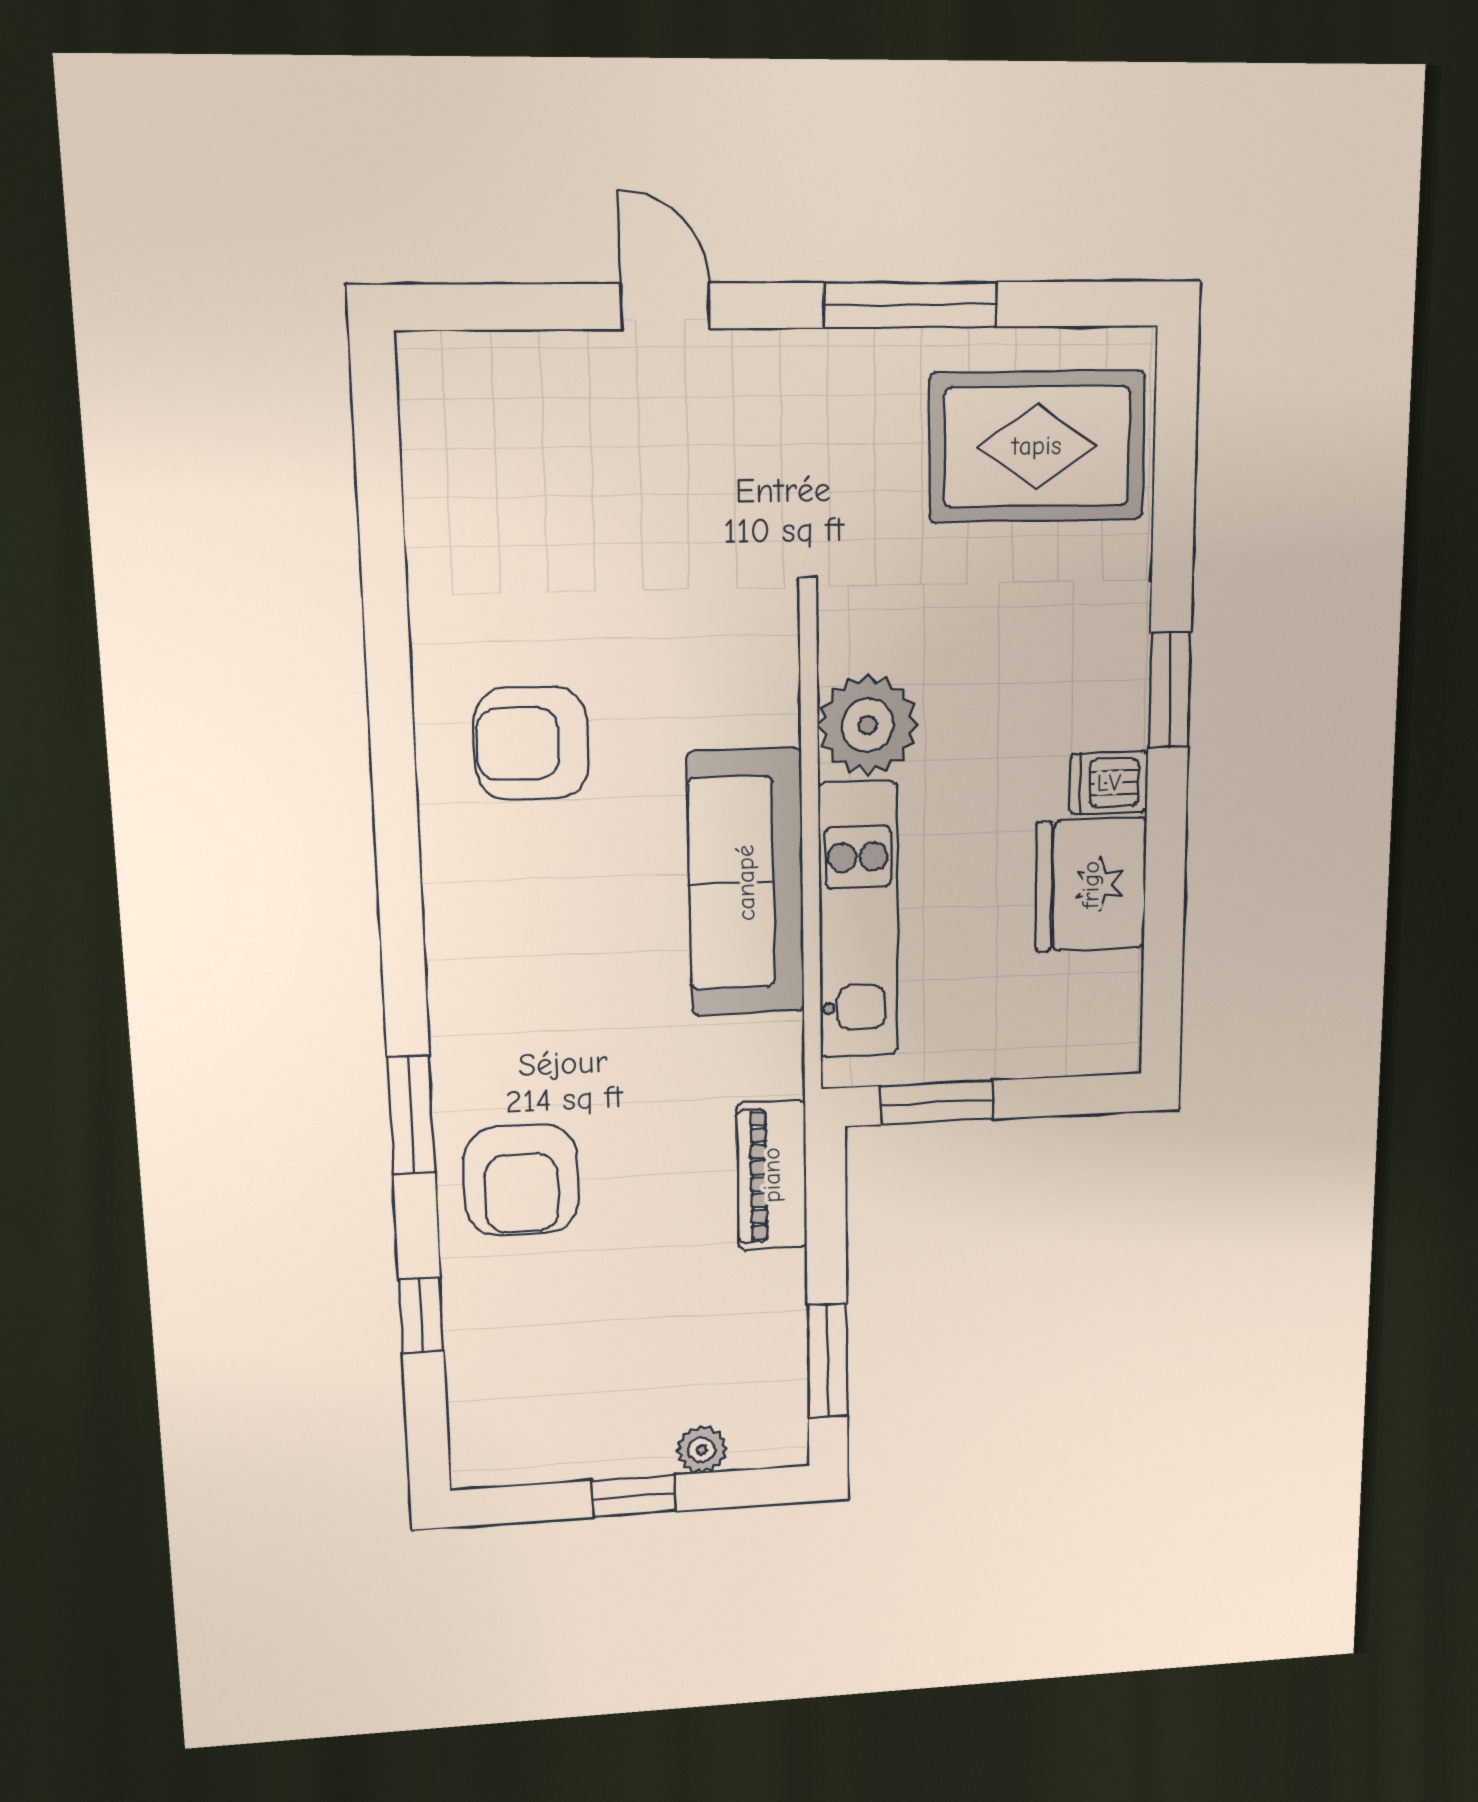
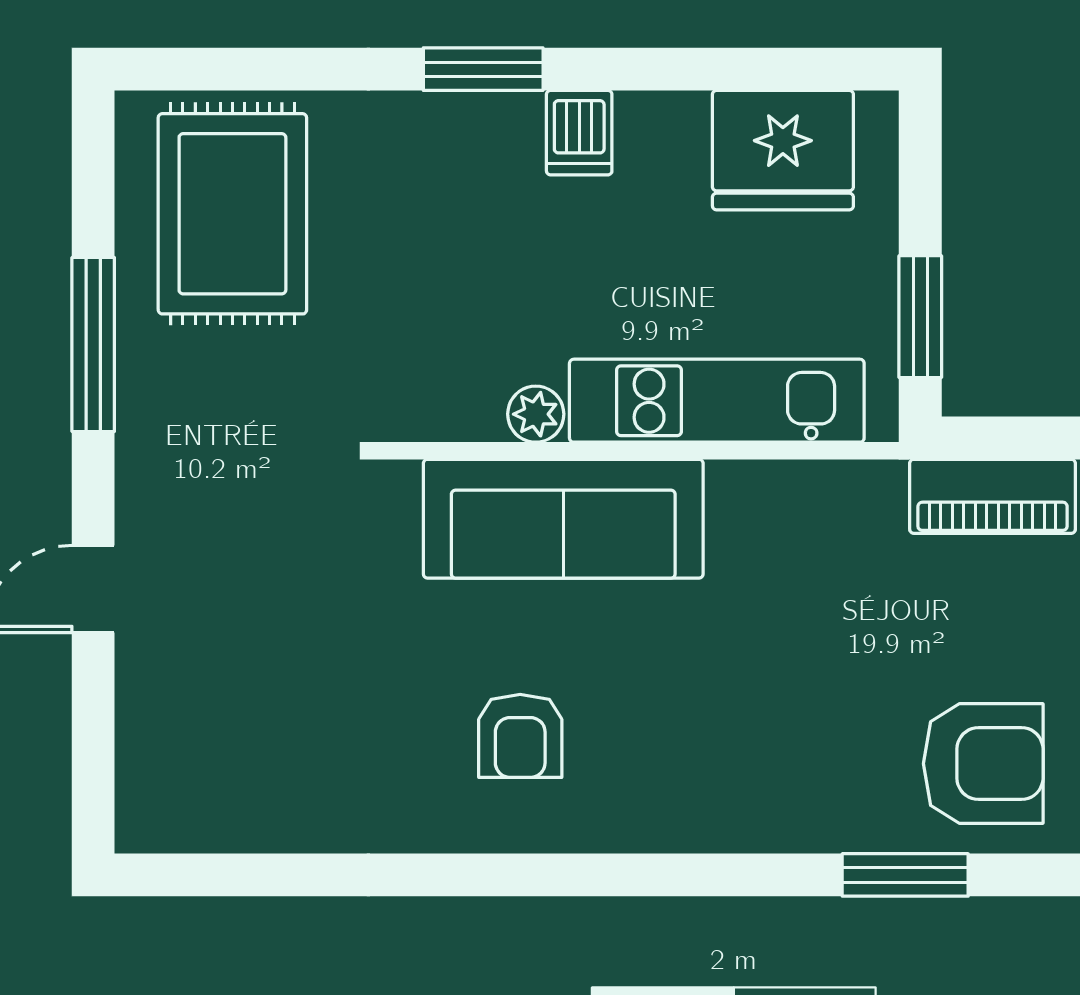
plant: (868, 725) -> (536, 414), width x0.53, depth x0.53
armchair: (531, 744) -> (520, 736), width x0.72, depth x0.72
sofa: (746, 883) -> (563, 519), moved
fridge: (1091, 885) -> (783, 150), moved

